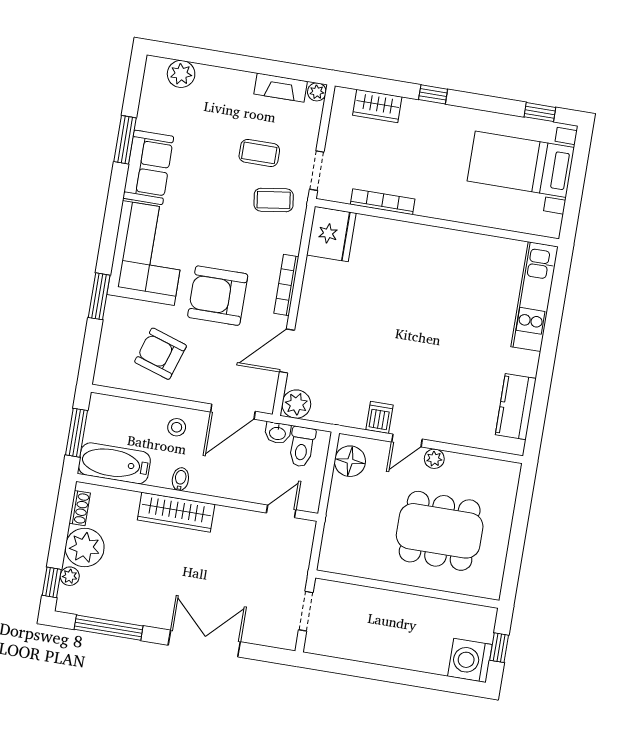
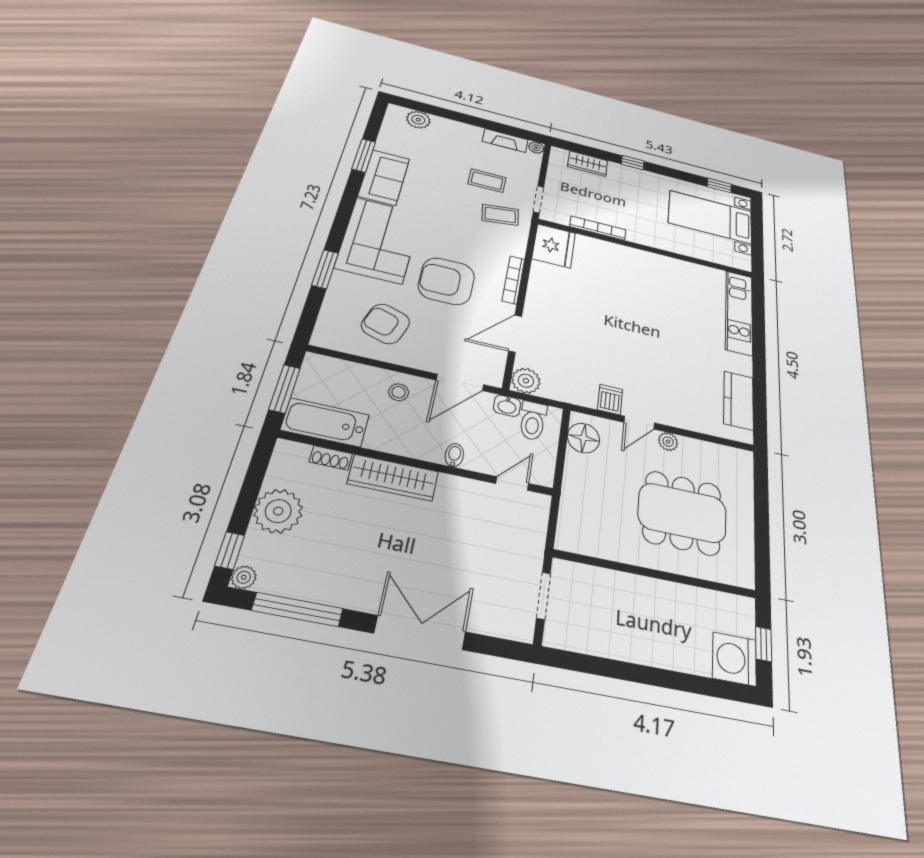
bidet: (180, 479) -> (454, 455), moved
shoe rack: (80, 508) -> (331, 458), moved, turned 90
plant: (70, 576) -> (244, 577), moved

